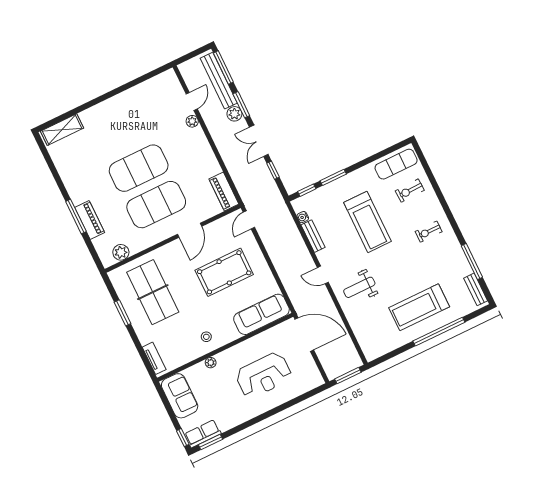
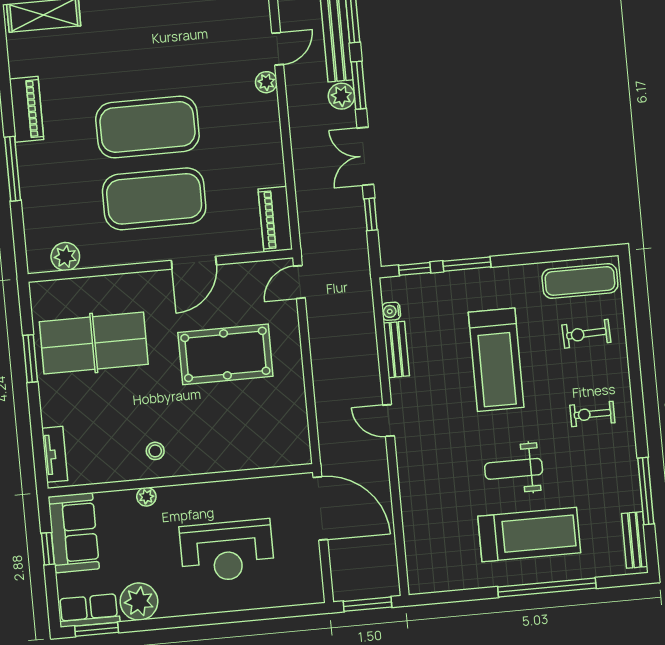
piano: (90, 220) -> (27, 109), moved
weight bench: (359, 287) -> (514, 469), moved
table tennis table: (153, 292) -> (94, 343), turned 90
treadmill: (419, 307) -> (529, 535), turned 180
sofa: (261, 314) -> (261, 448), removed
plant: (227, 419) -> (139, 602), added
window: (183, 437) -> (48, 549), moved

